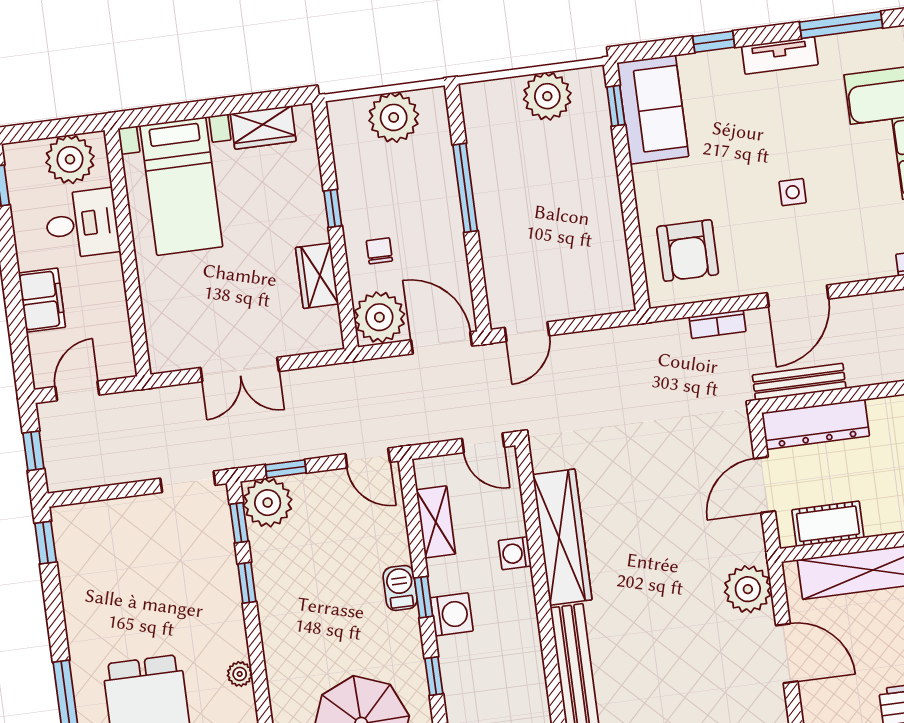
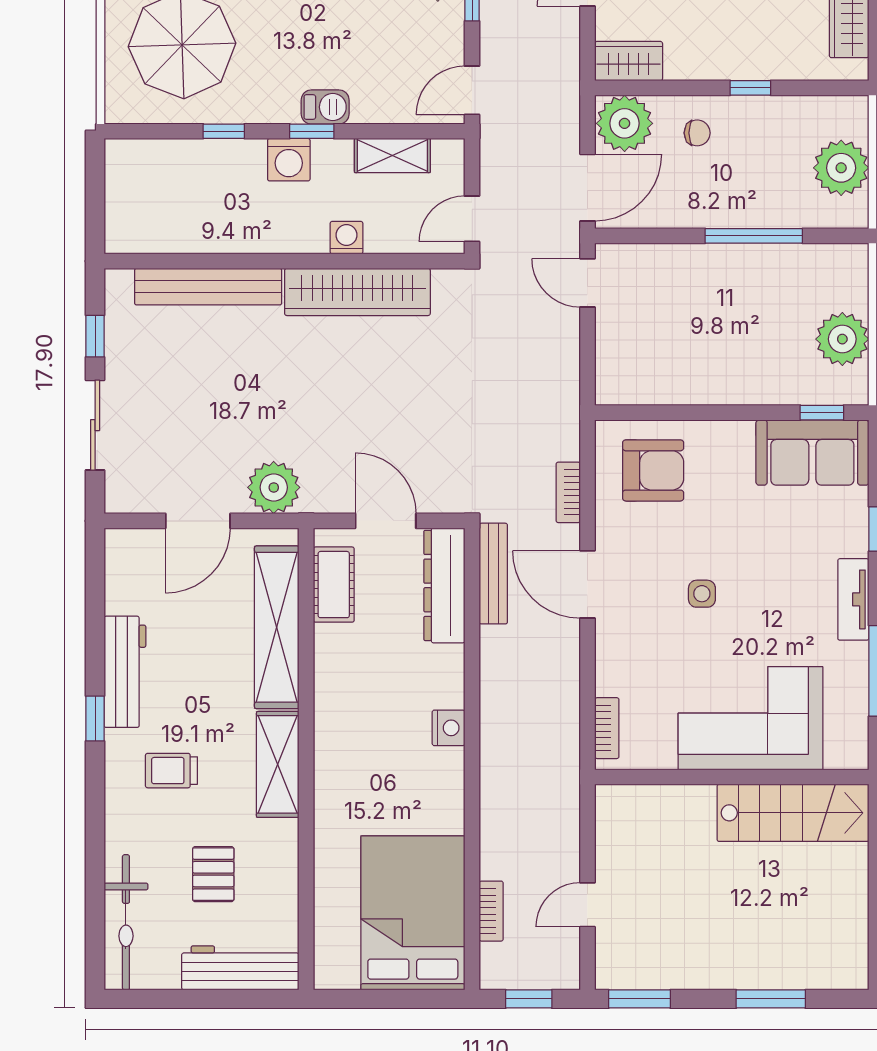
armchair: (688, 251) -> (653, 470), turned 180
wardrobe: (317, 276) -> (629, 61), moved

